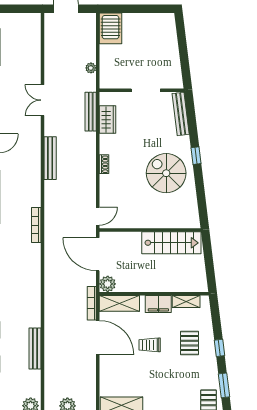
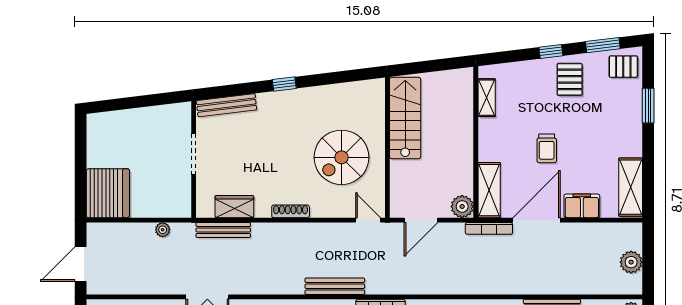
server rack: (111, 28) -> (108, 193), width x1.60
bench: (50, 158) -> (335, 286), moved
shoe rack: (104, 164) -> (291, 211), width x1.43
spiral stairs: (166, 173) -> (341, 157), moved
door: (98, 254) -> (421, 220), width x0.73
filing cabinet: (158, 304) -> (582, 206), moved, turned -90
pallet: (190, 343) -> (570, 79), moved, turned 90

